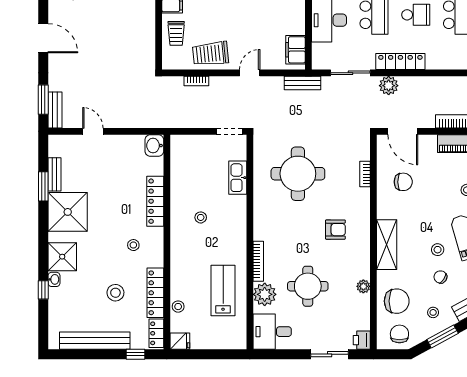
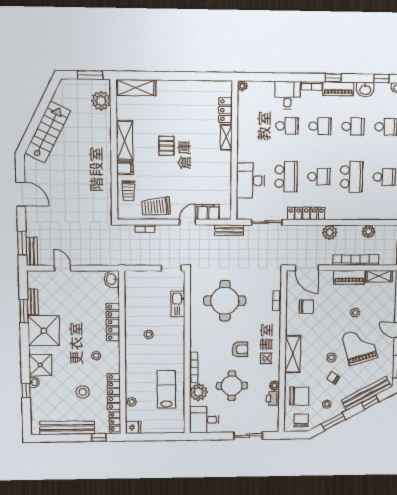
filing cabinet: (296, 50) -> (208, 212), moved, turned 90
plant: (389, 86) -> (330, 232), moved
armchair: (335, 230) -> (240, 349), moved
printer: (362, 340) -> (273, 398), moved

